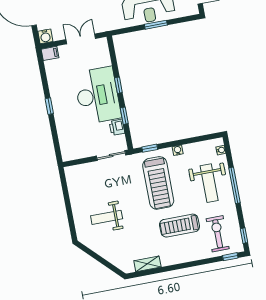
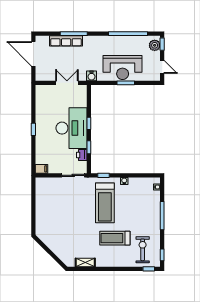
water cooler: (45, 36) -> (91, 76), moved
filing cabinet: (50, 53) -> (42, 169), moved
weight bench: (209, 183) -> (143, 210), removed
weight bench: (107, 217) -> (61, 221), removed

